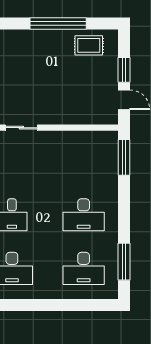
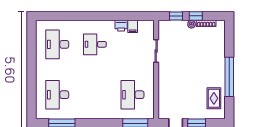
desk: (84, 215) -> (132, 95), moved

